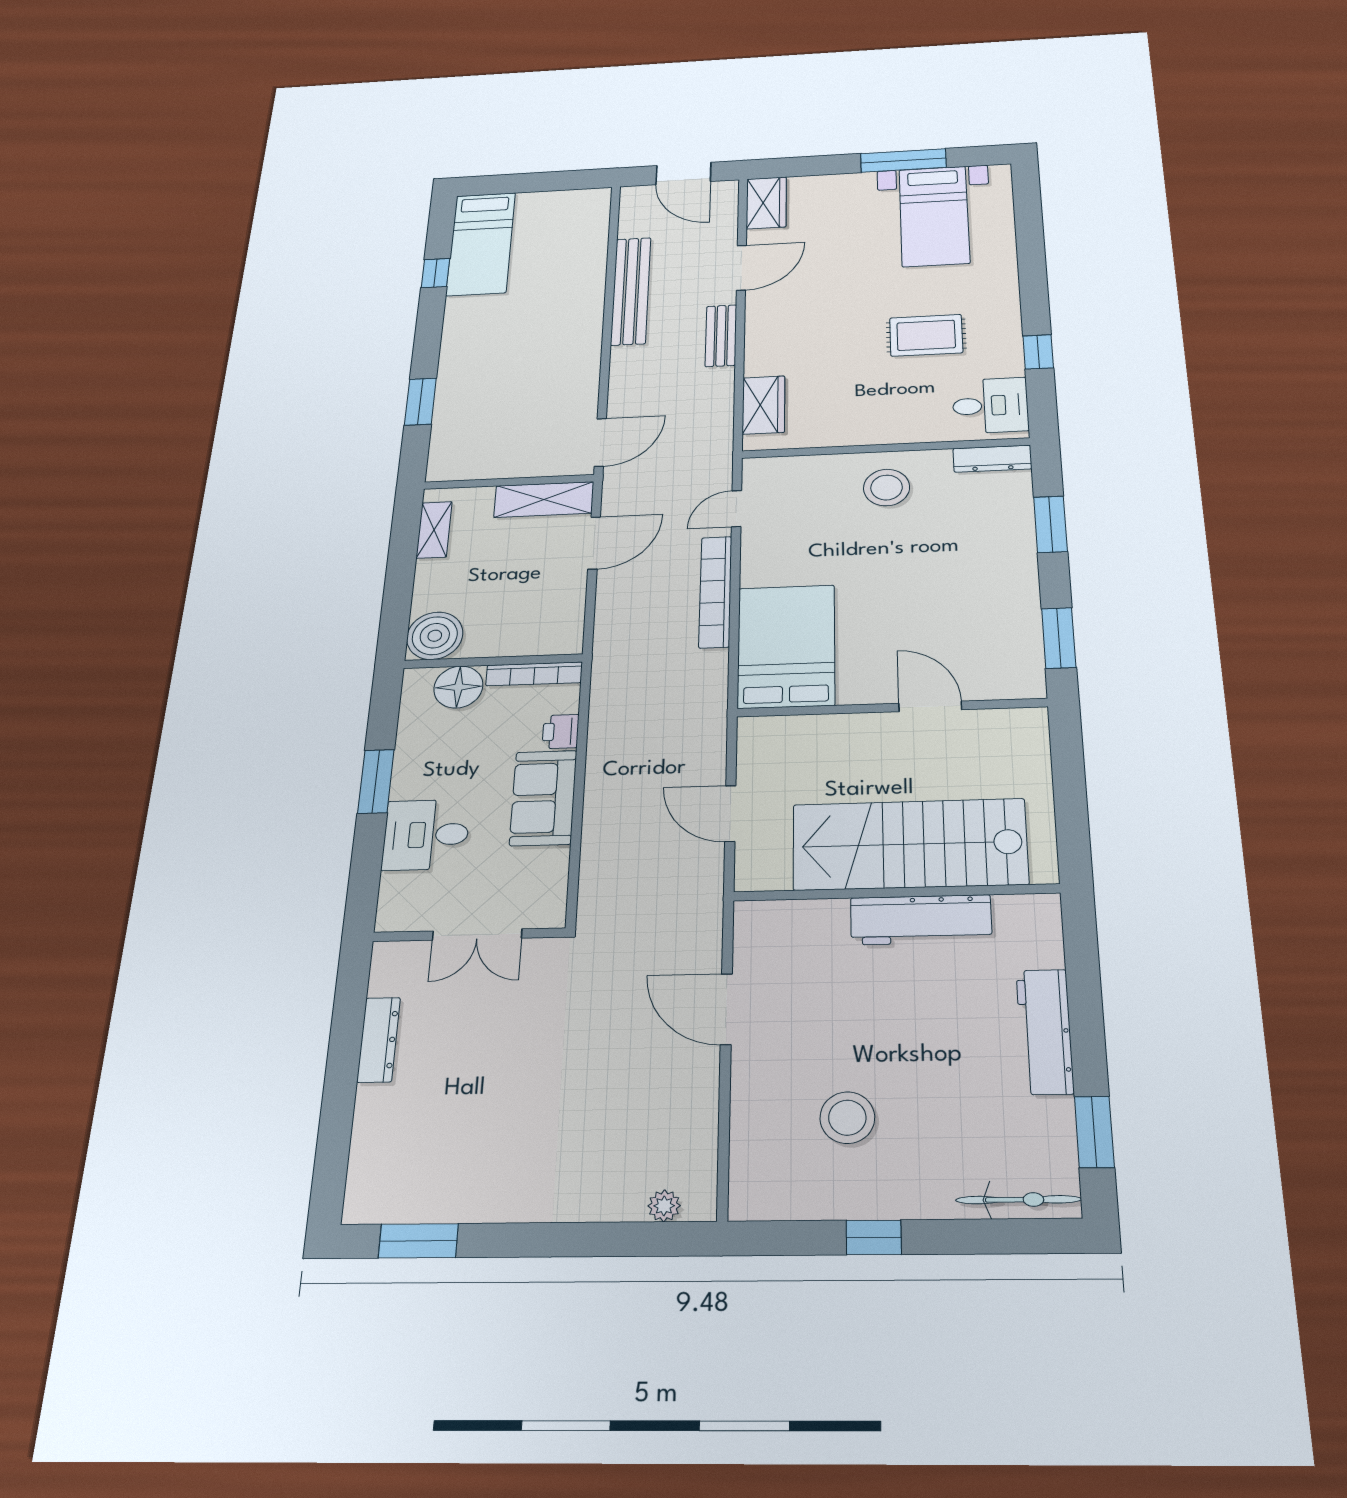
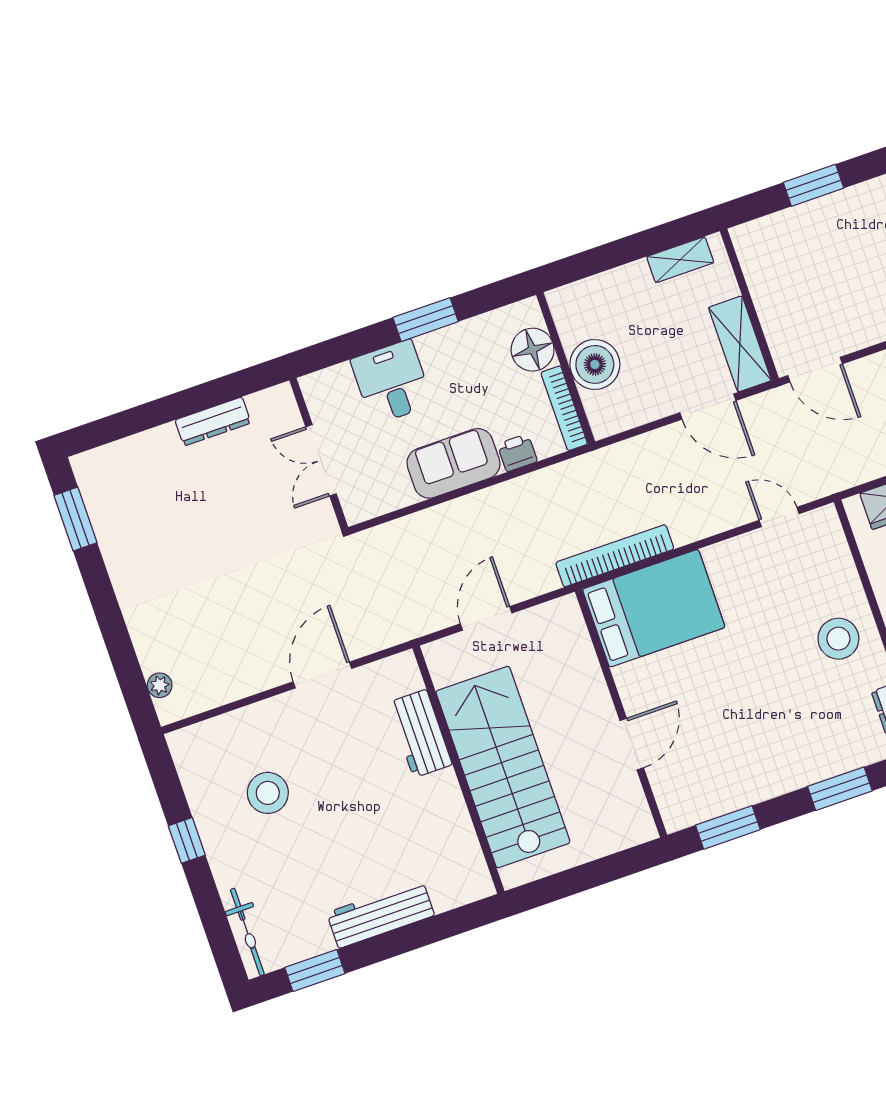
bookcase: (715, 592) -> (615, 556), moved
boiler: (435, 636) -> (595, 364), moved
workbench: (921, 920) -> (420, 734), moved, width x0.73

